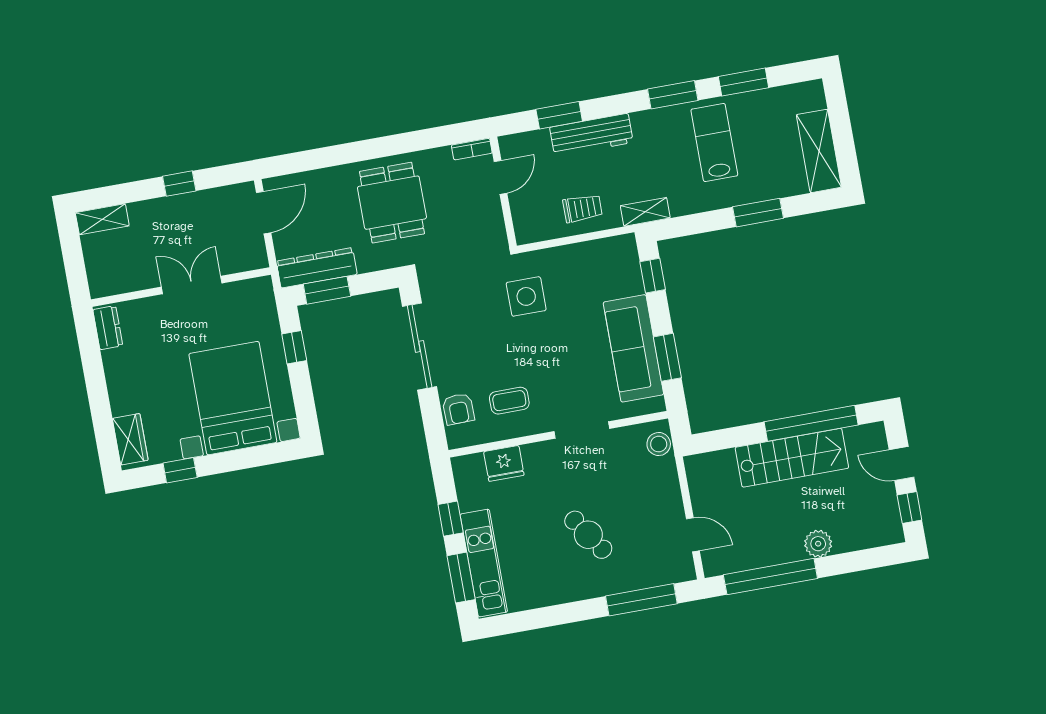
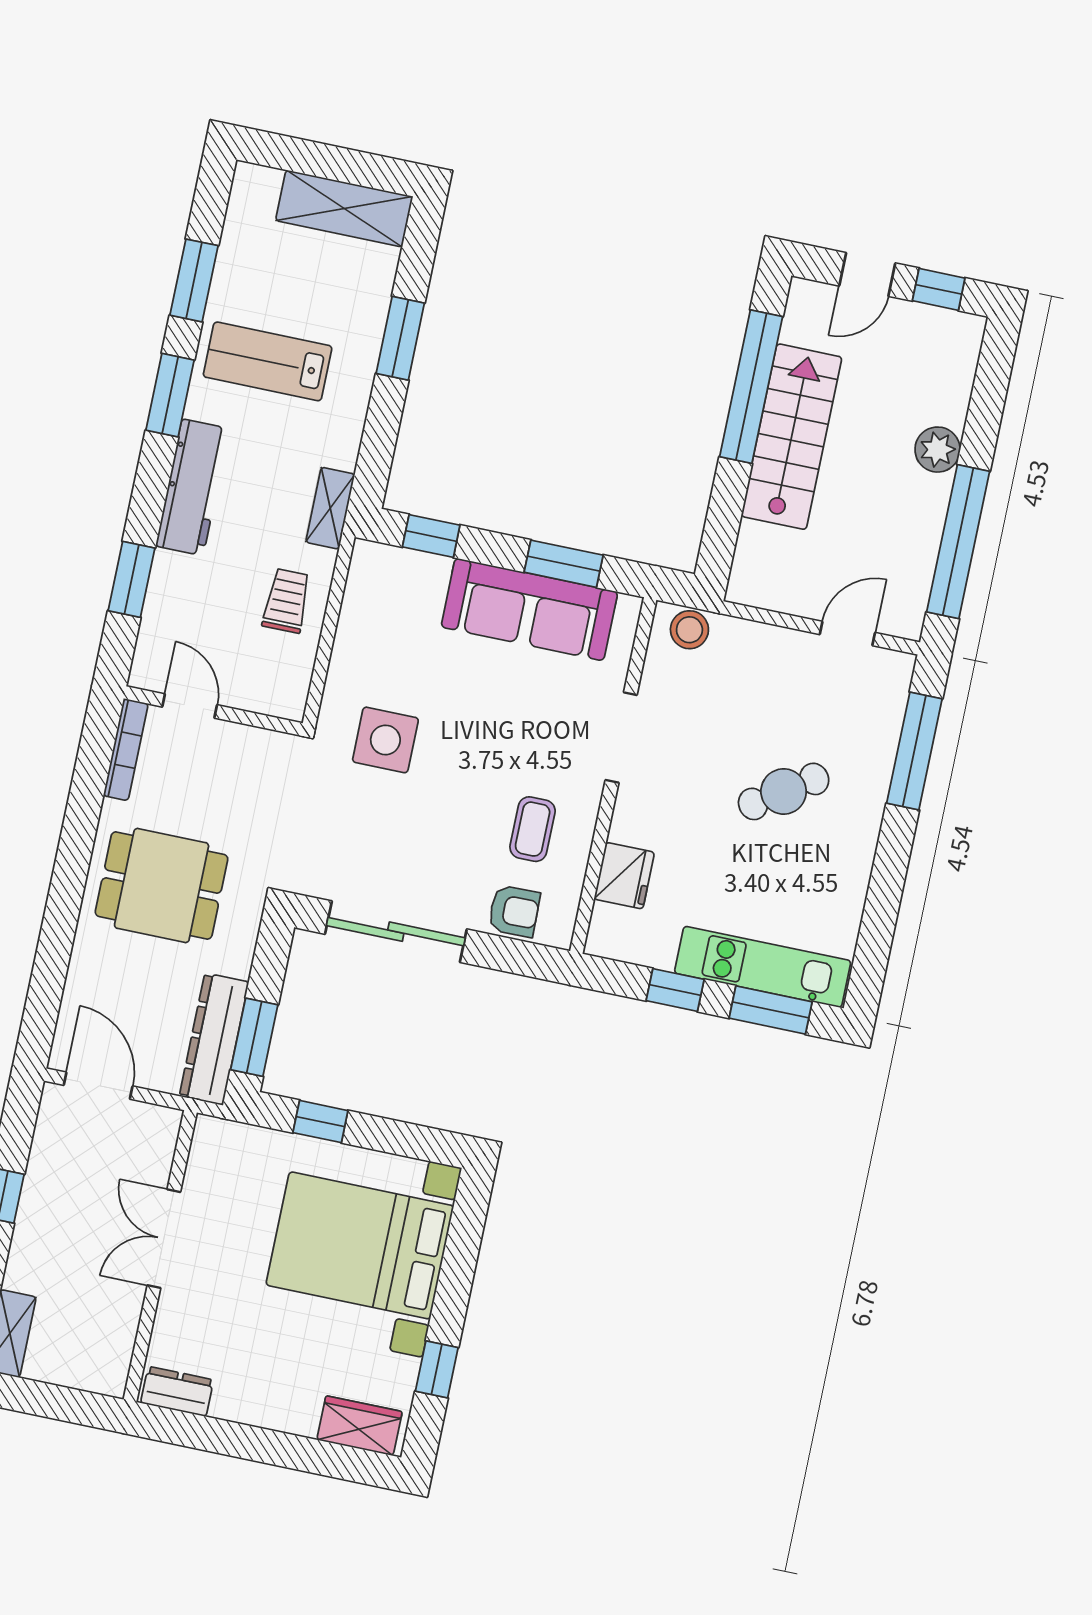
workbench: (591, 135) -> (193, 487), moved
bookcase: (472, 149) -> (126, 750), width x1.56

